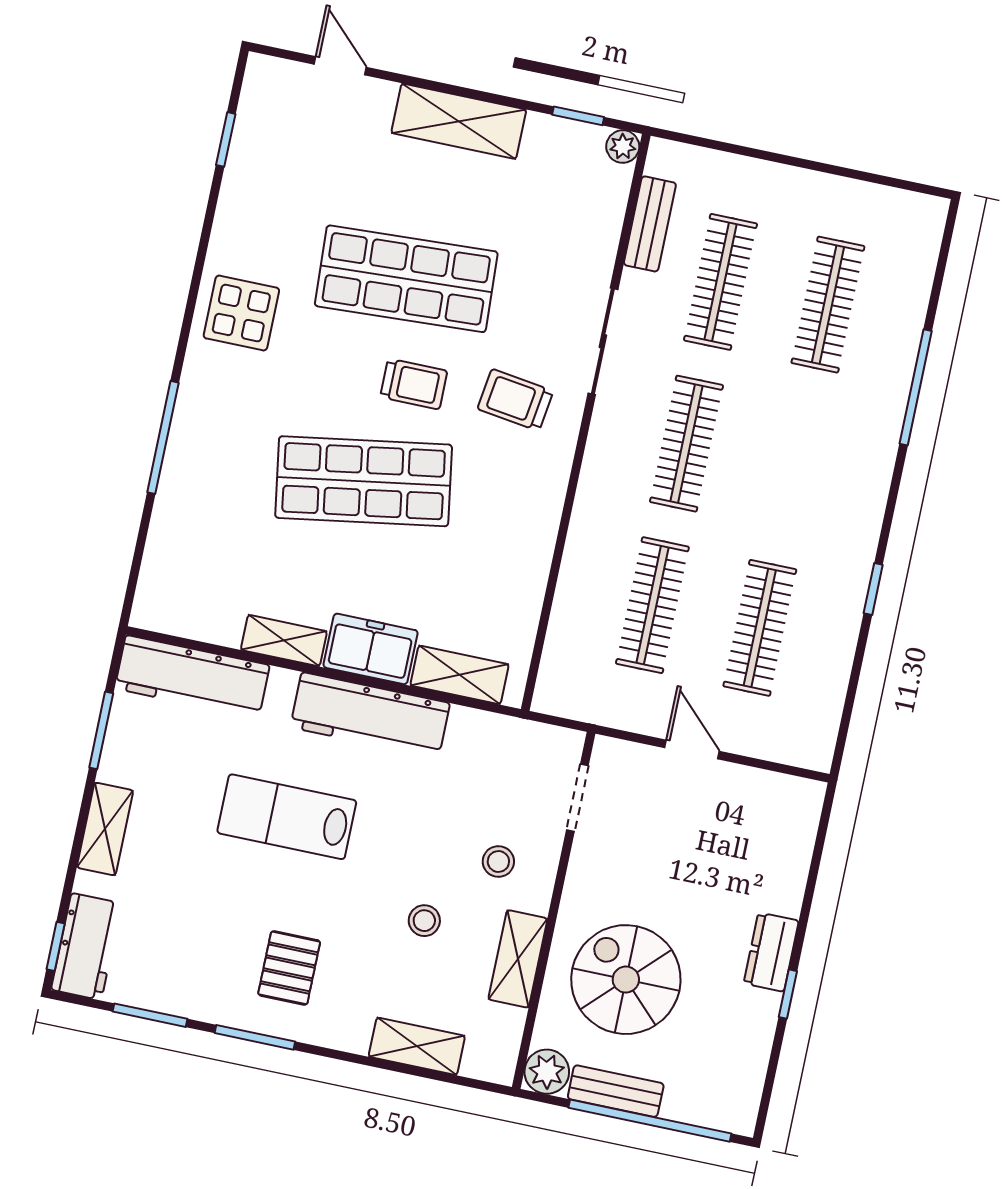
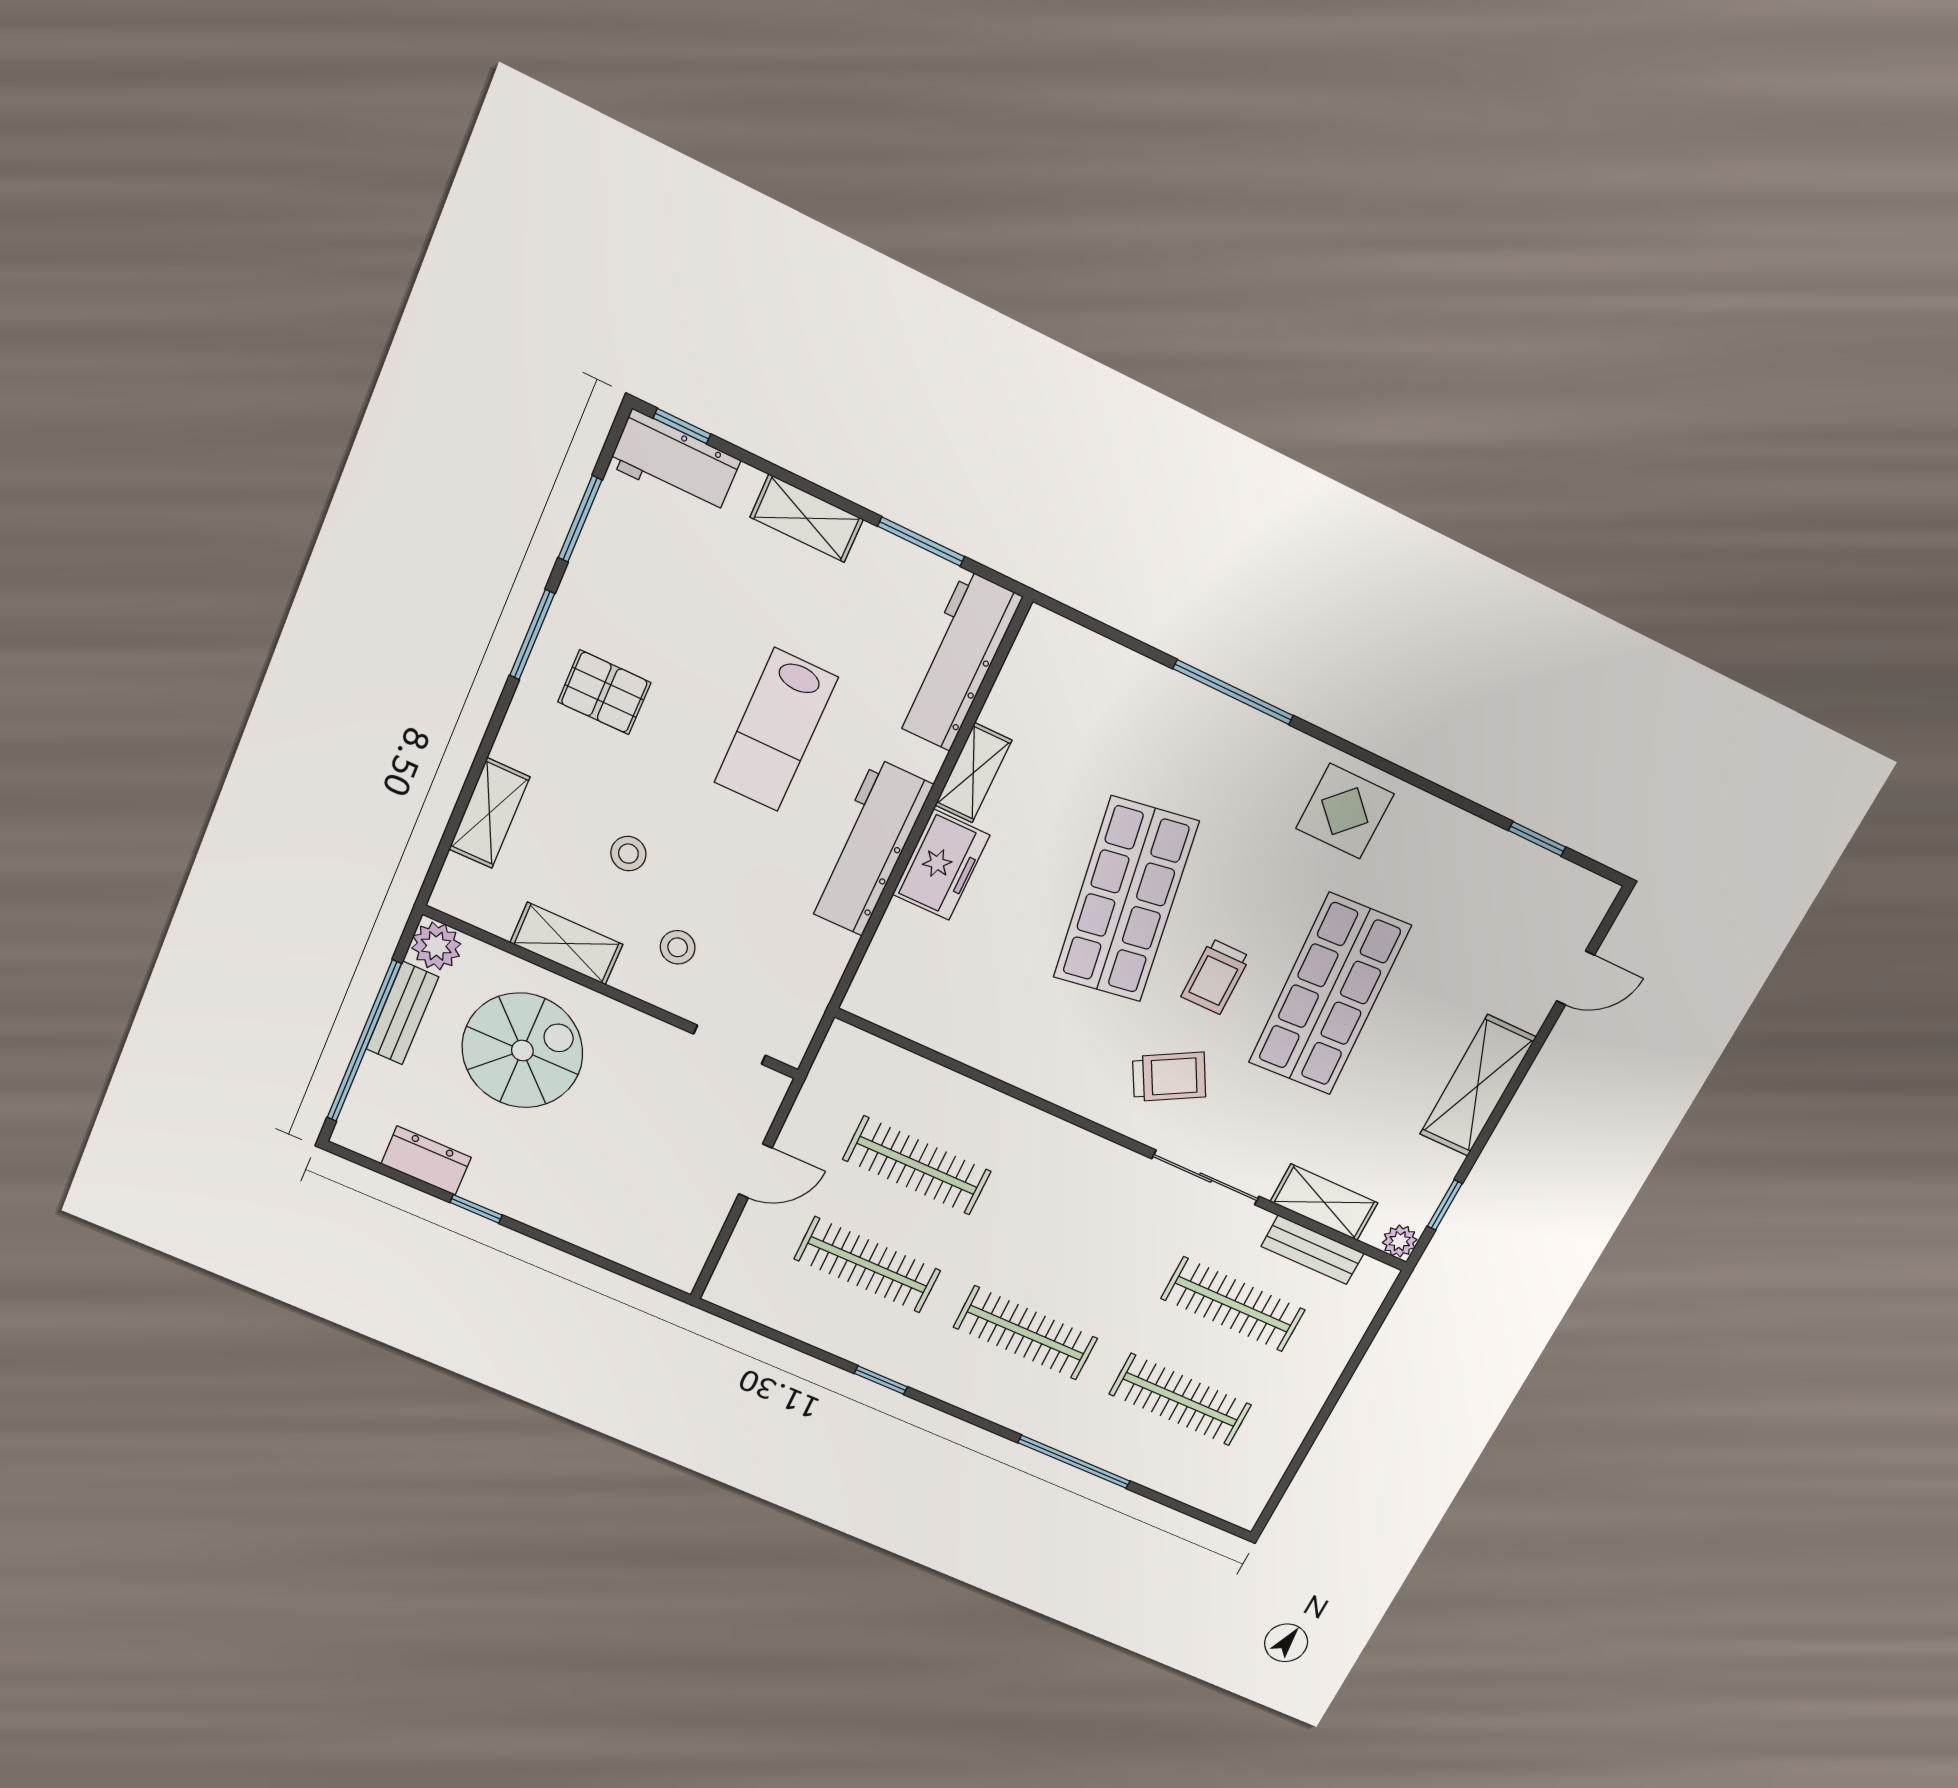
trolley: (515, 400) -> (1169, 1077), turned 53
clothes rail: (686, 444) -> (1025, 1333), moved
shelving: (459, 675) -> (1324, 1202), moved, turned 90
lab bench: (287, 817) -> (776, 730), turned 180
dresser: (771, 952) -> (426, 1161), moved

